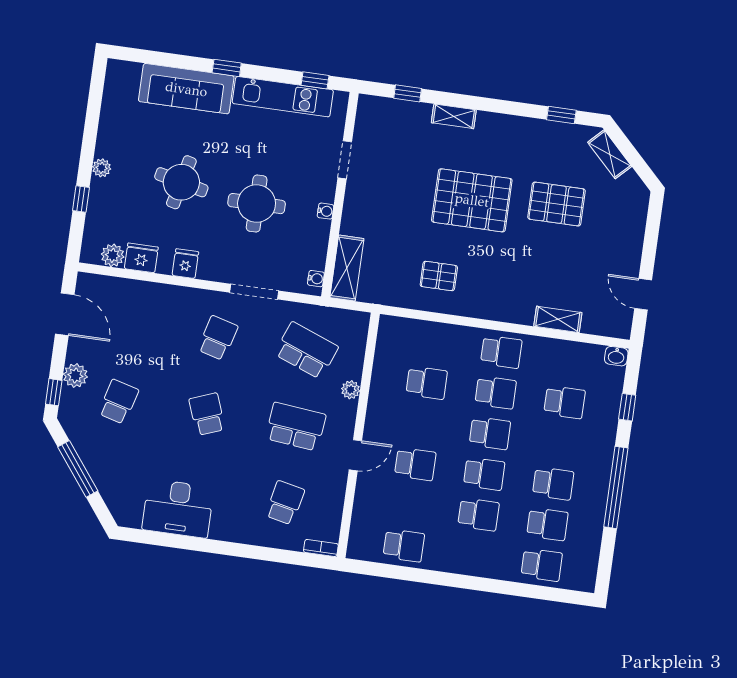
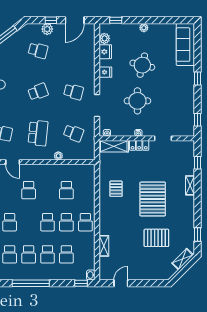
sofa: (186, 89) -> (185, 45), moved
kitchen unit: (283, 97) -> (188, 106), removed
window: (81, 199) -> (116, 20), moved
pallet: (556, 204) -> (156, 238), turned 90
locker: (353, 213) -> (139, 145), added
school desk: (306, 350) -> (74, 133), width x0.54
window: (54, 392) -> (51, 20), moved
window: (627, 407) -> (81, 283), moved
door: (355, 455) -> (13, 162), moved
school desk: (484, 474) -> (48, 254), moved

